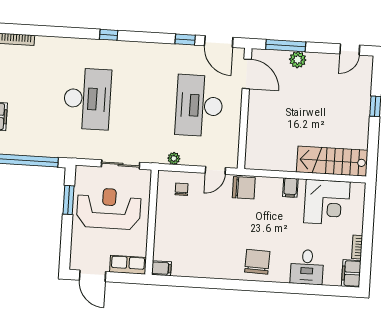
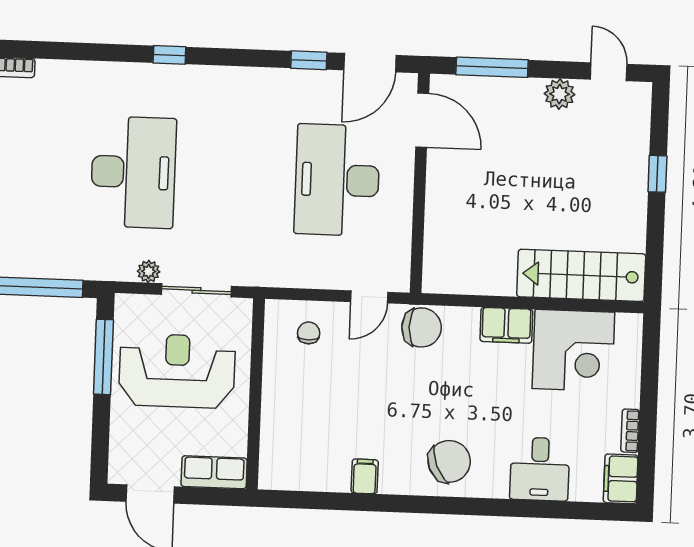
door: (219, 42) -> (370, 63), hinge flipped
door: (350, 50) -> (609, 72), swing flipped
plant: (298, 60) -> (559, 94), moved
plant: (174, 158) -> (149, 271), moved
filing cabinet: (290, 188) -> (506, 325), width x2.00
window: (69, 200) -> (103, 357), width x1.44
chair: (257, 262) -> (449, 461), turned 65
filing cabinet: (161, 268) -> (365, 476), moved, turned -90

